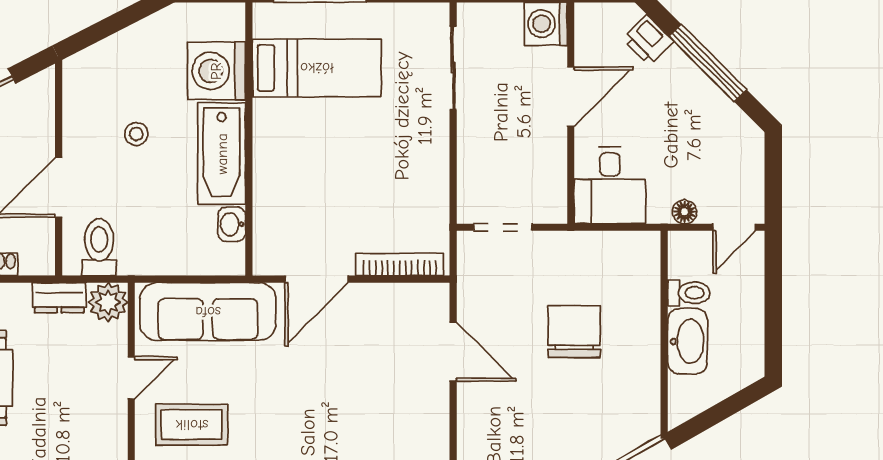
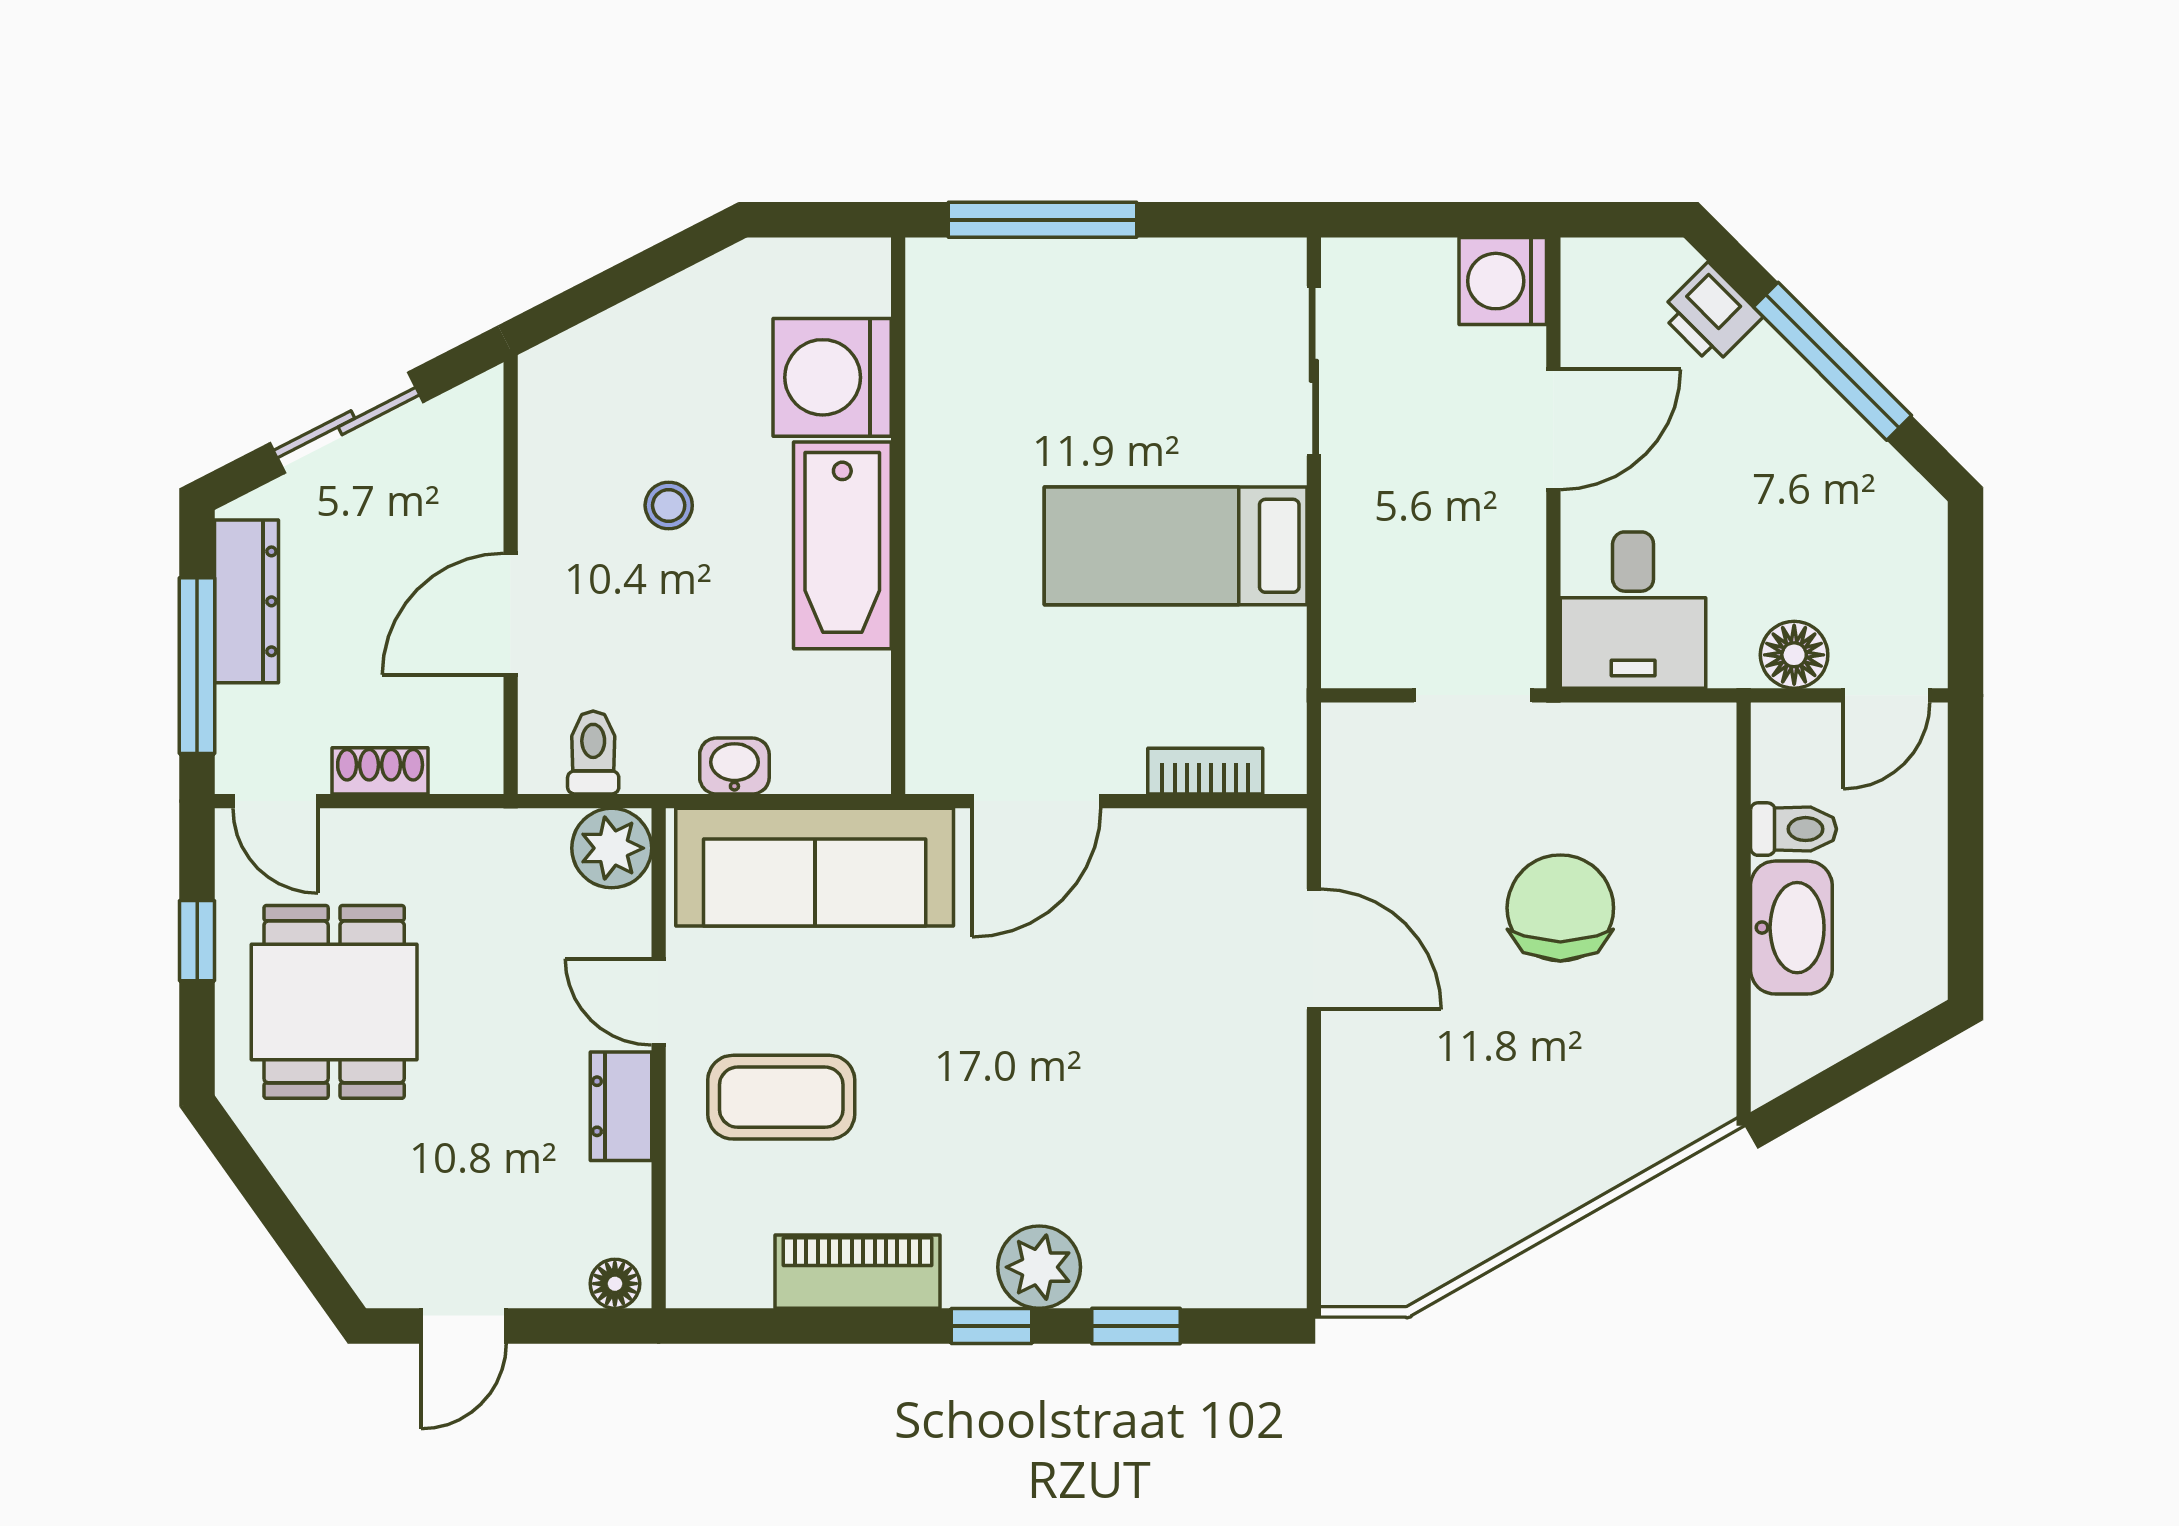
bed: (317, 68) -> (1176, 546), moved, turned 180
floor lamp: (684, 212) -> (1794, 655), width x1.37, depth x1.37
washbasin: (232, 224) -> (734, 766), moved, turned 90
doorway: (503, 227) -> (1473, 695), moved
toilet: (99, 247) -> (593, 753), width x0.73, depth x0.72
bookcase: (400, 264) -> (1205, 771), width x0.64
dresser: (59, 298) -> (621, 1106), moved, turned 90
door: (131, 378) -> (659, 1002), swing flipped

